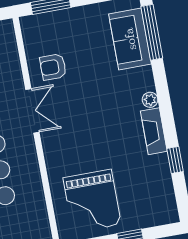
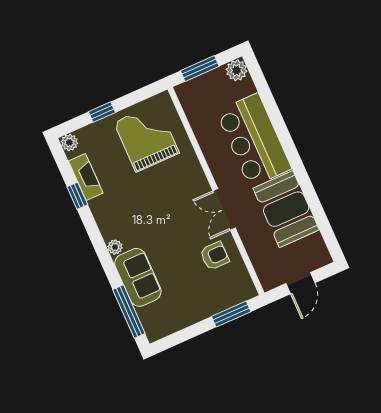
sofa: (130, 39) -> (138, 277), moved
fireplace: (154, 131) -> (86, 177), moved
plant: (170, 215) -> (69, 142), added

